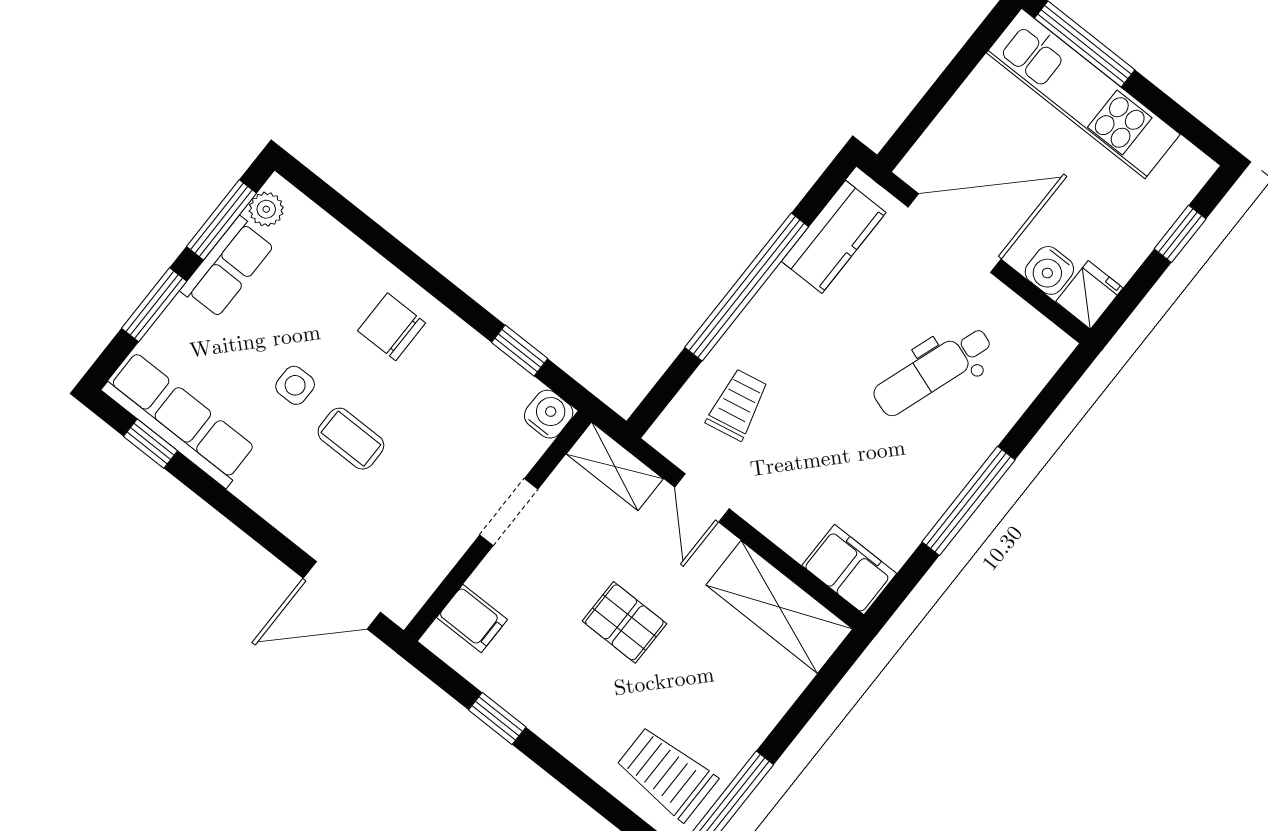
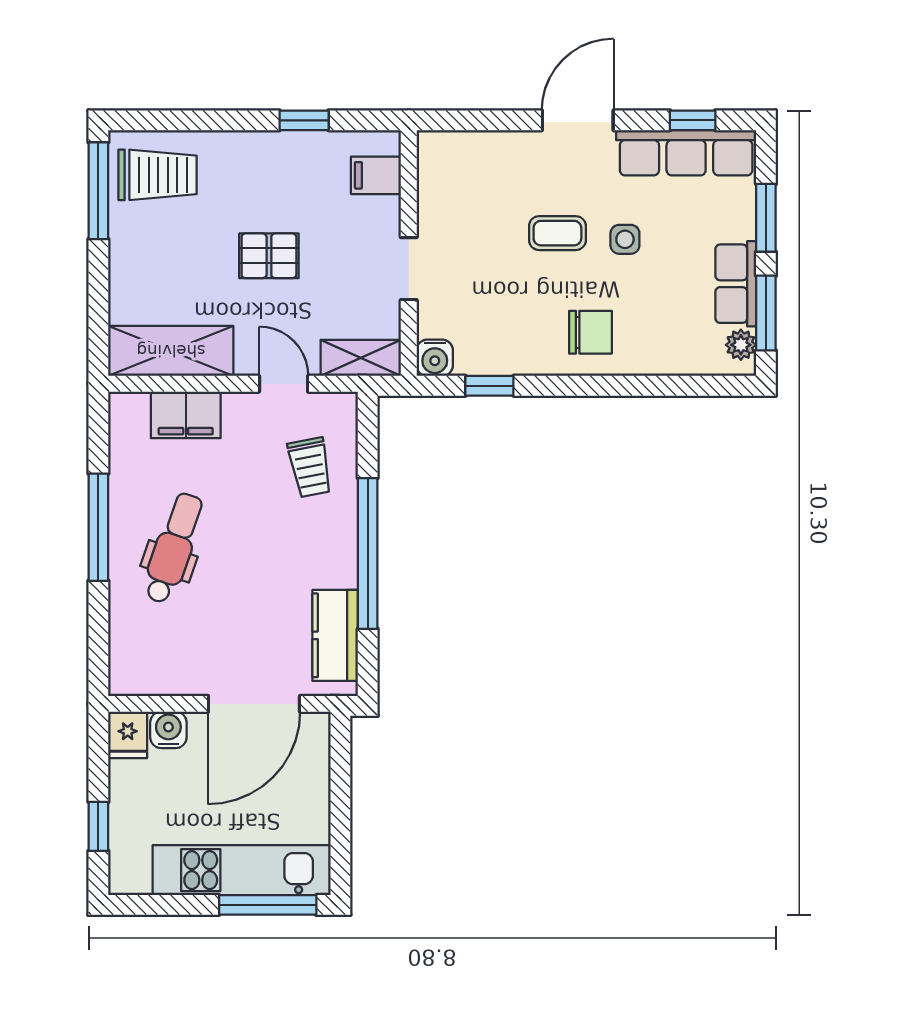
dental chair: (933, 371) -> (173, 548), moved
filing cabinet: (849, 569) -> (186, 415), moved
door: (342, 595) -> (578, 120), moved

